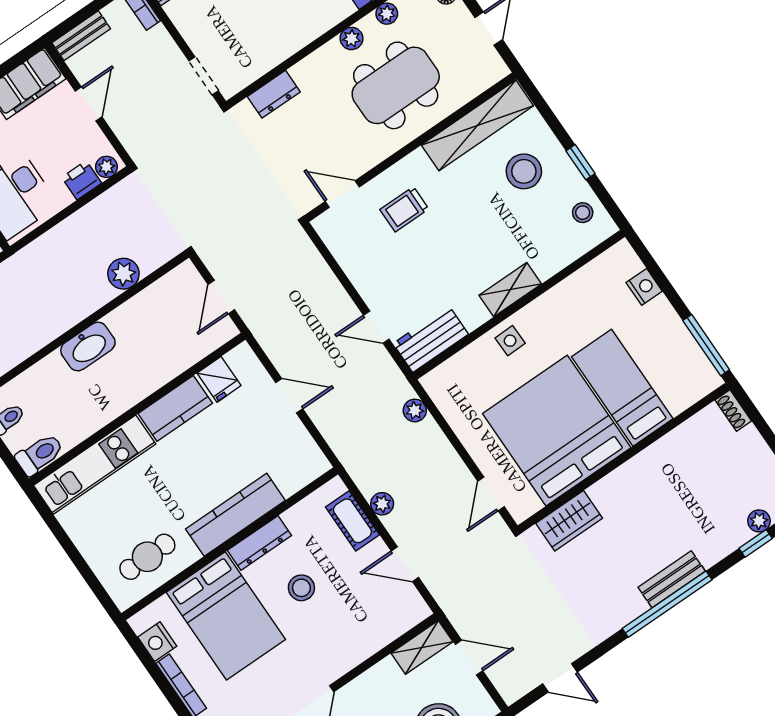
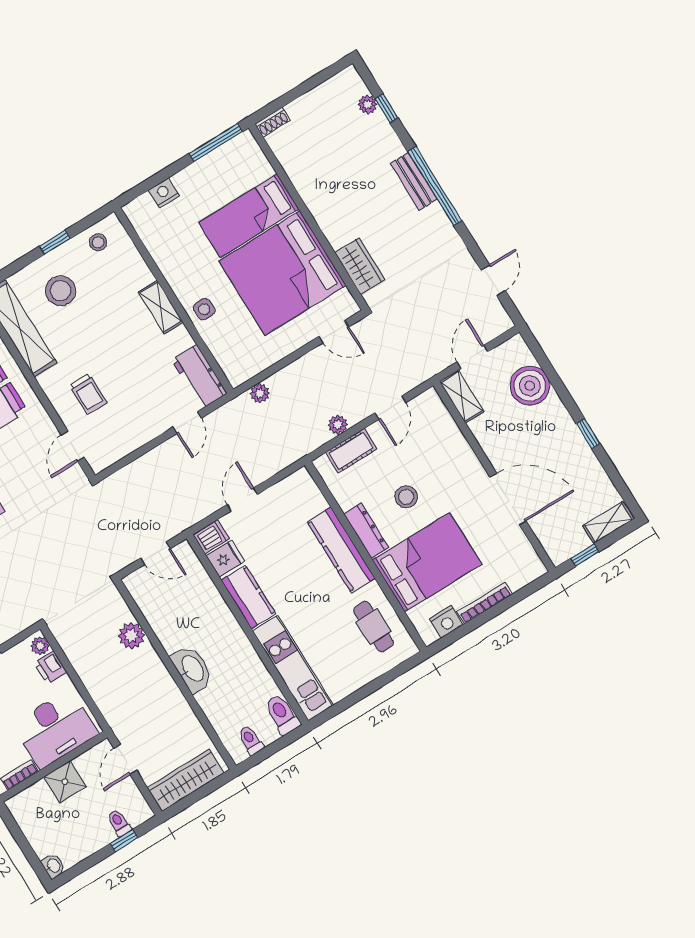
dishwasher: (244, 362) -> (211, 537), added

